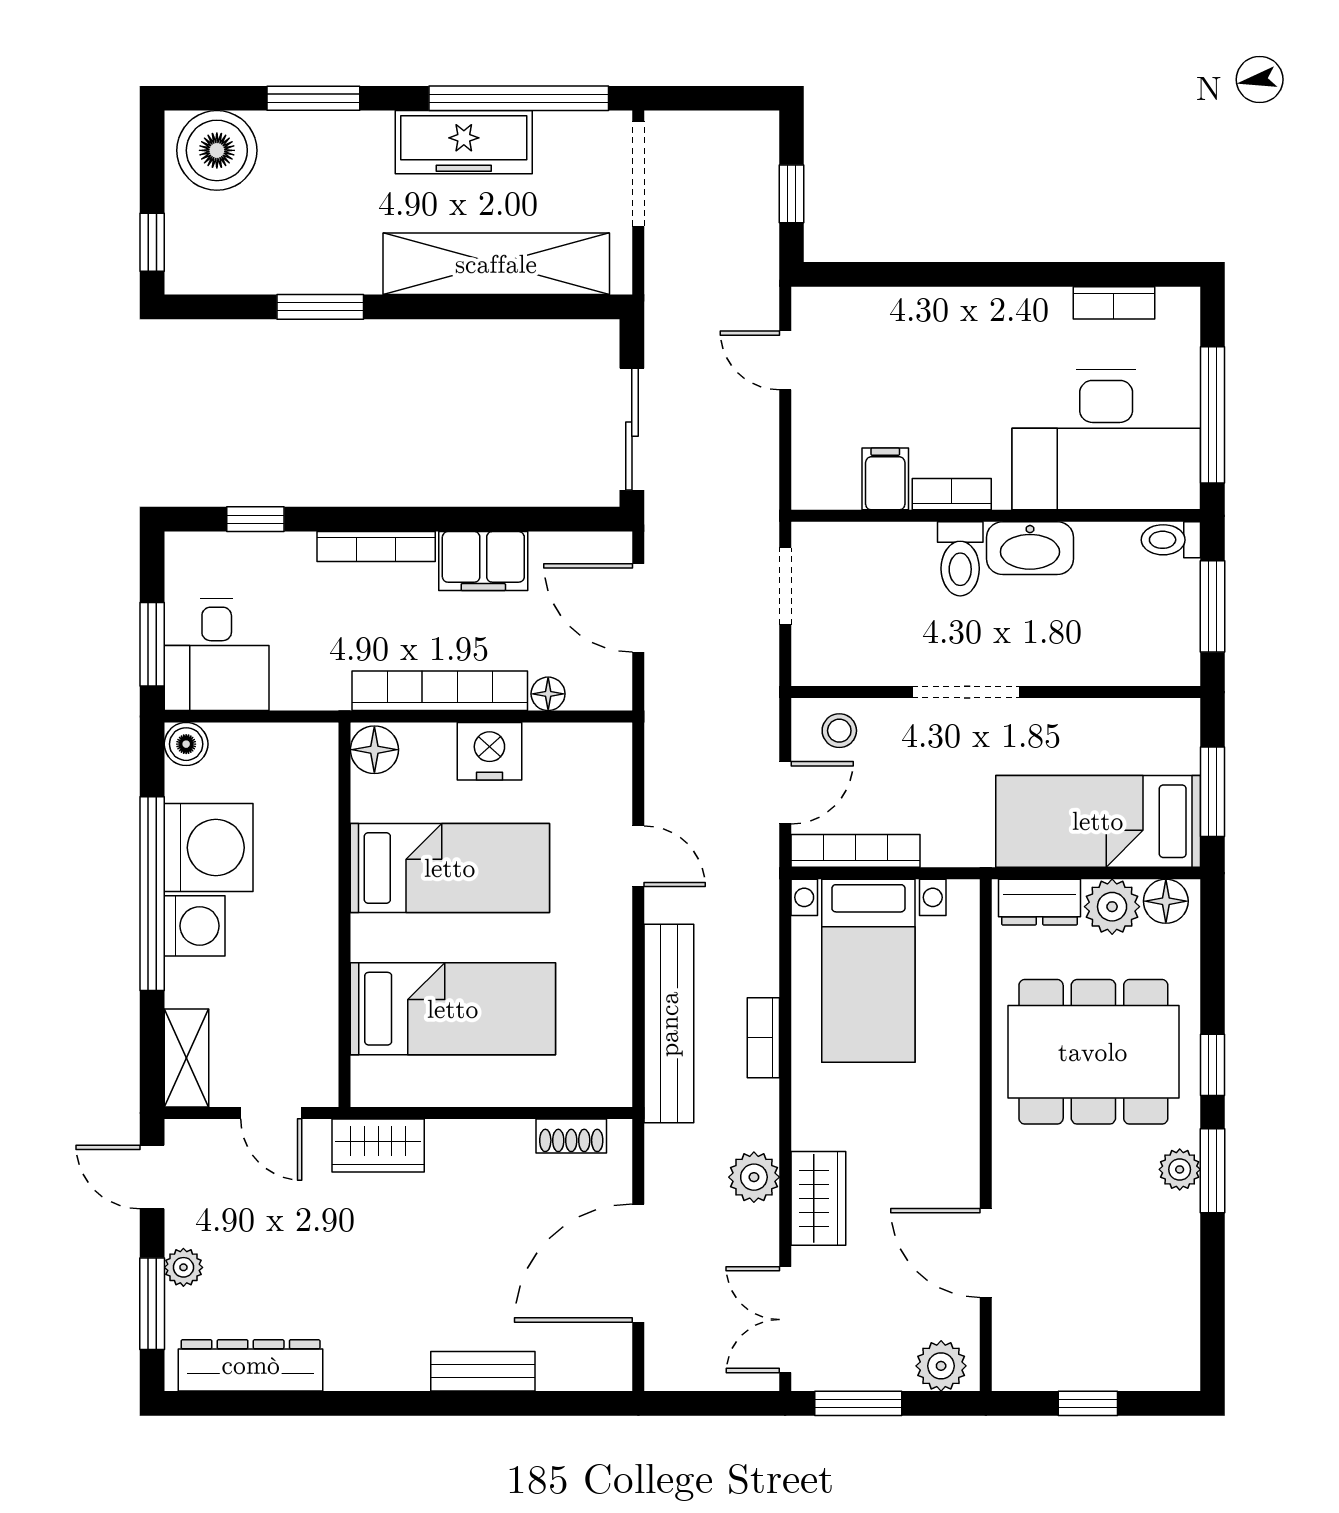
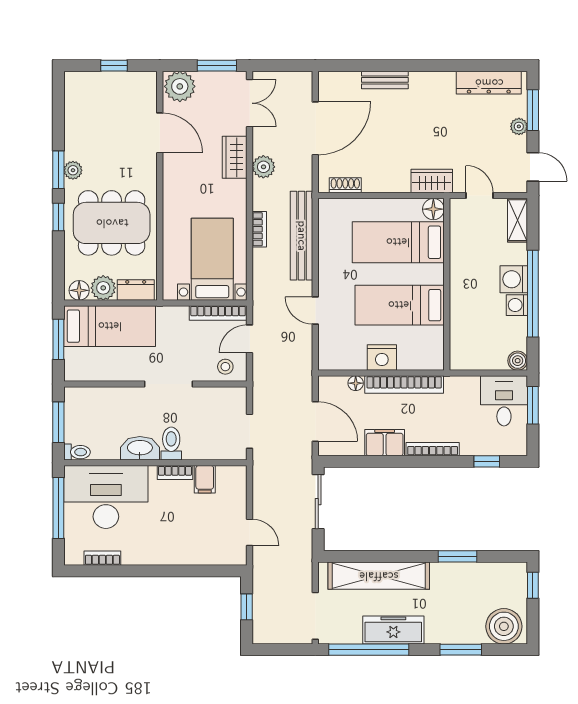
floor lamp: (374, 750) -> (433, 209), moved
washing machine: (209, 848) -> (517, 305), width x0.53, depth x0.53
plant: (941, 1366) -> (180, 86), width x1.36, depth x1.36

